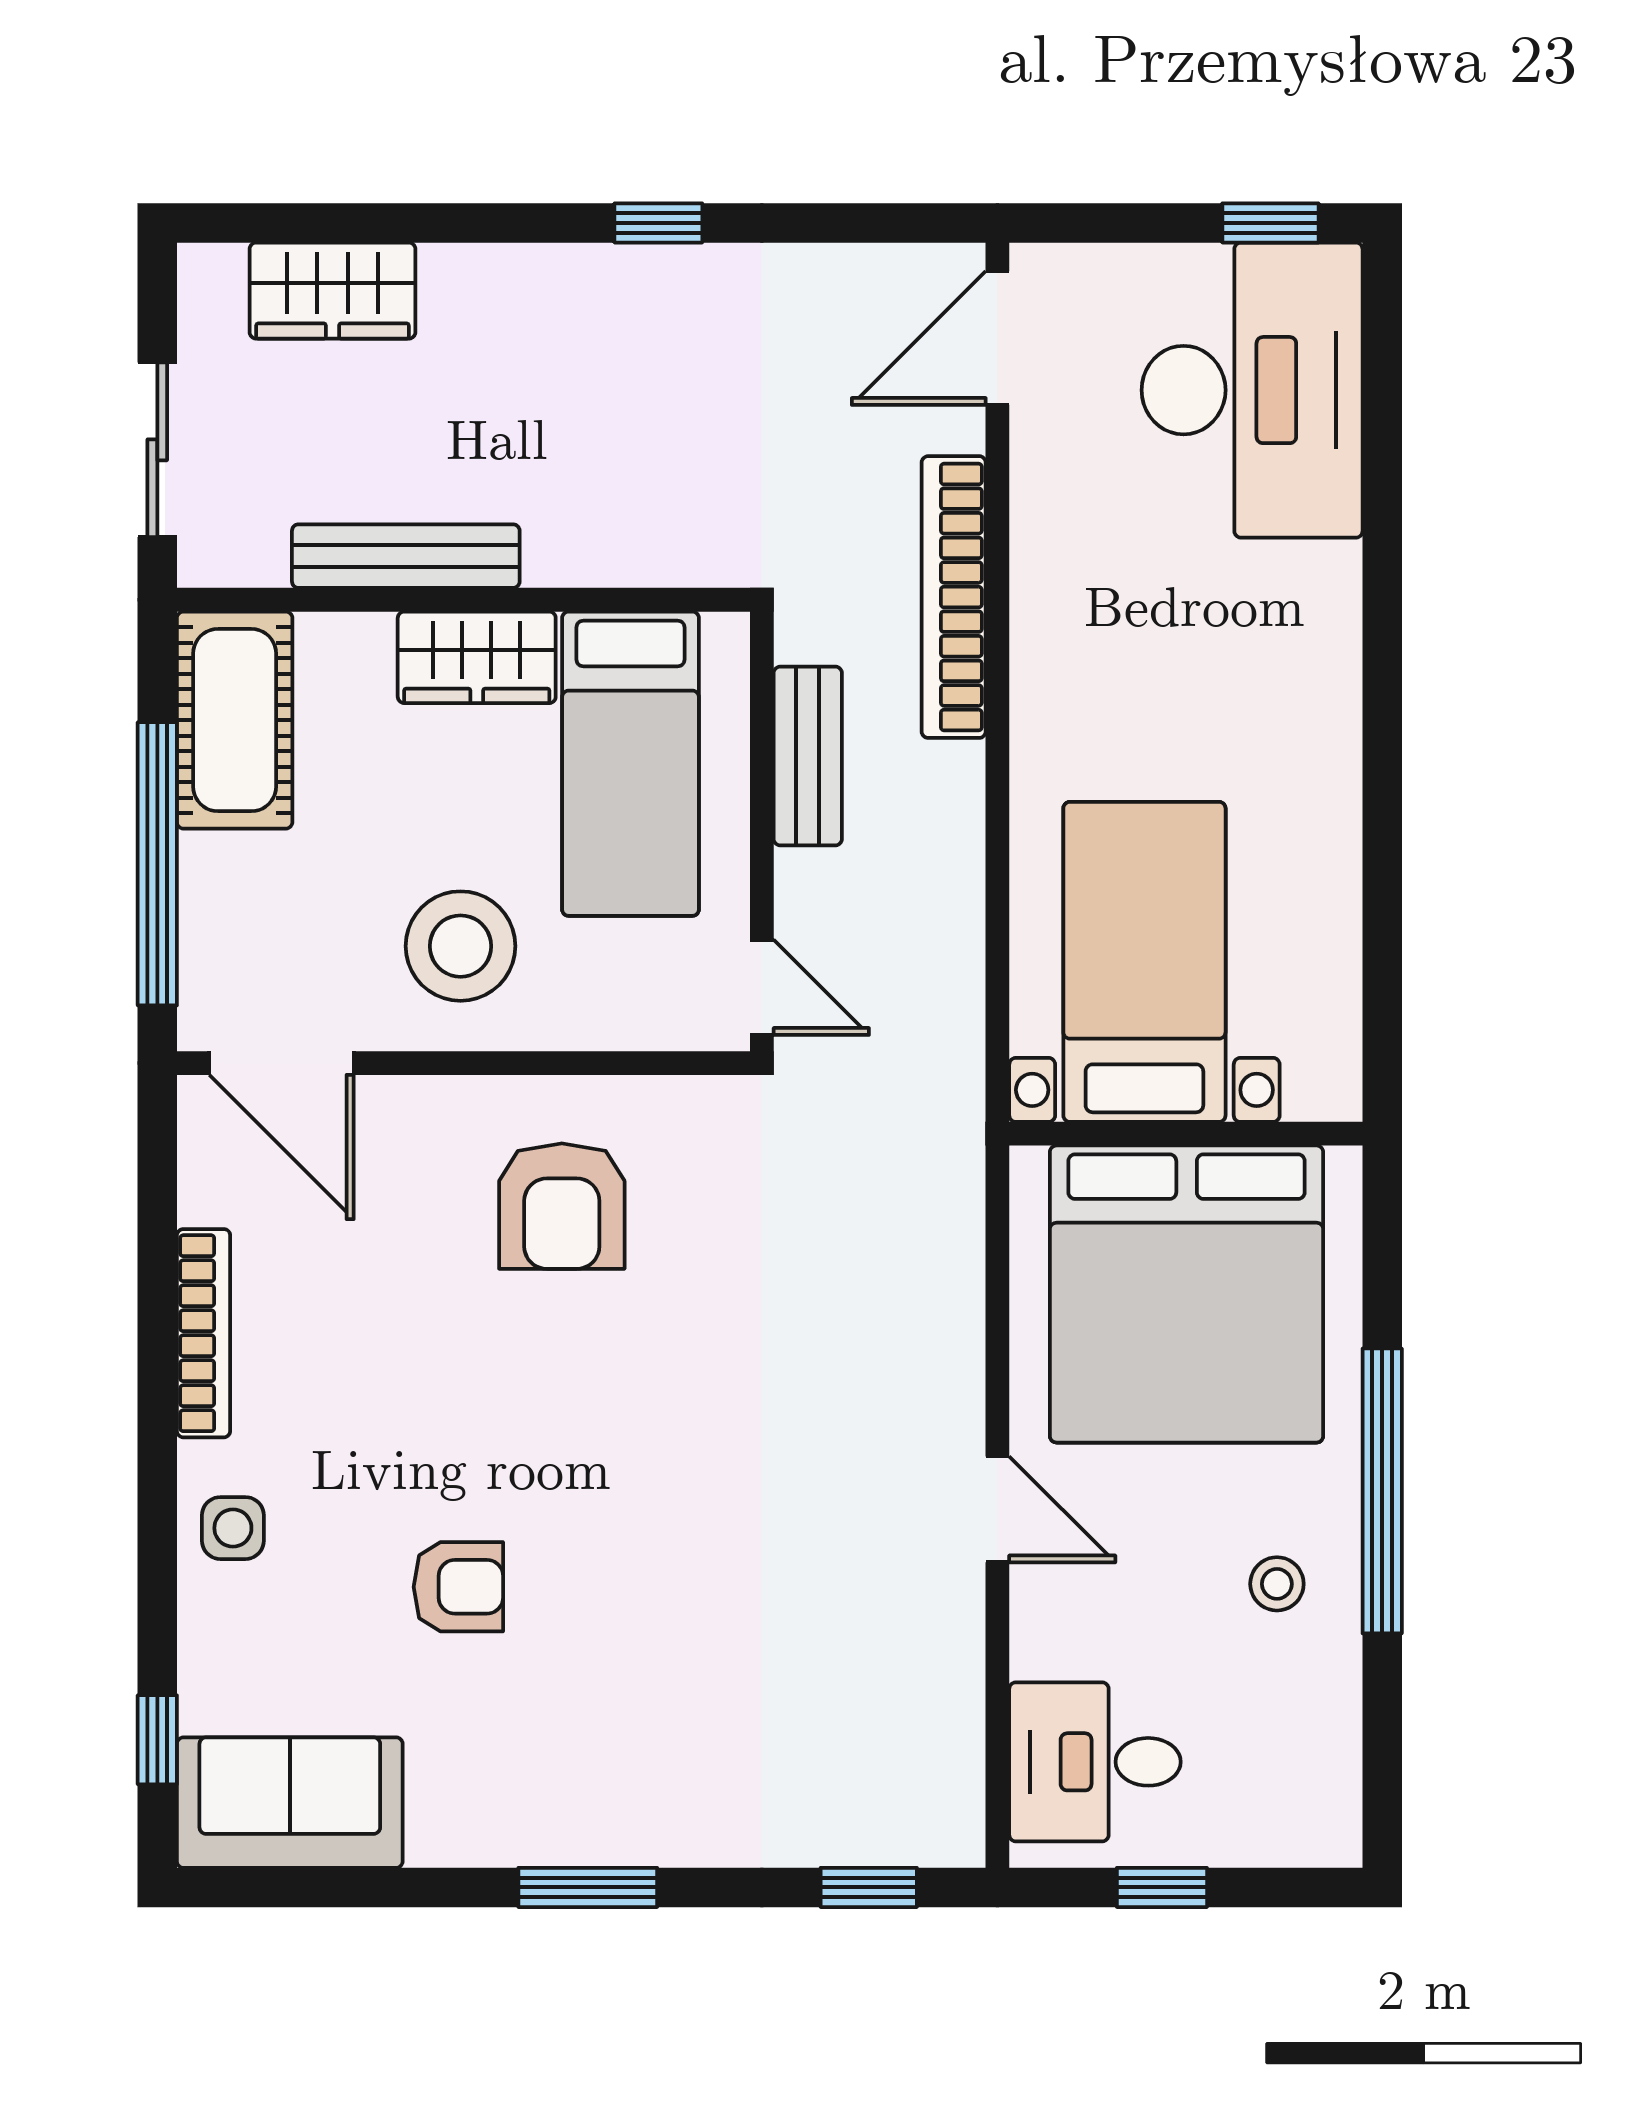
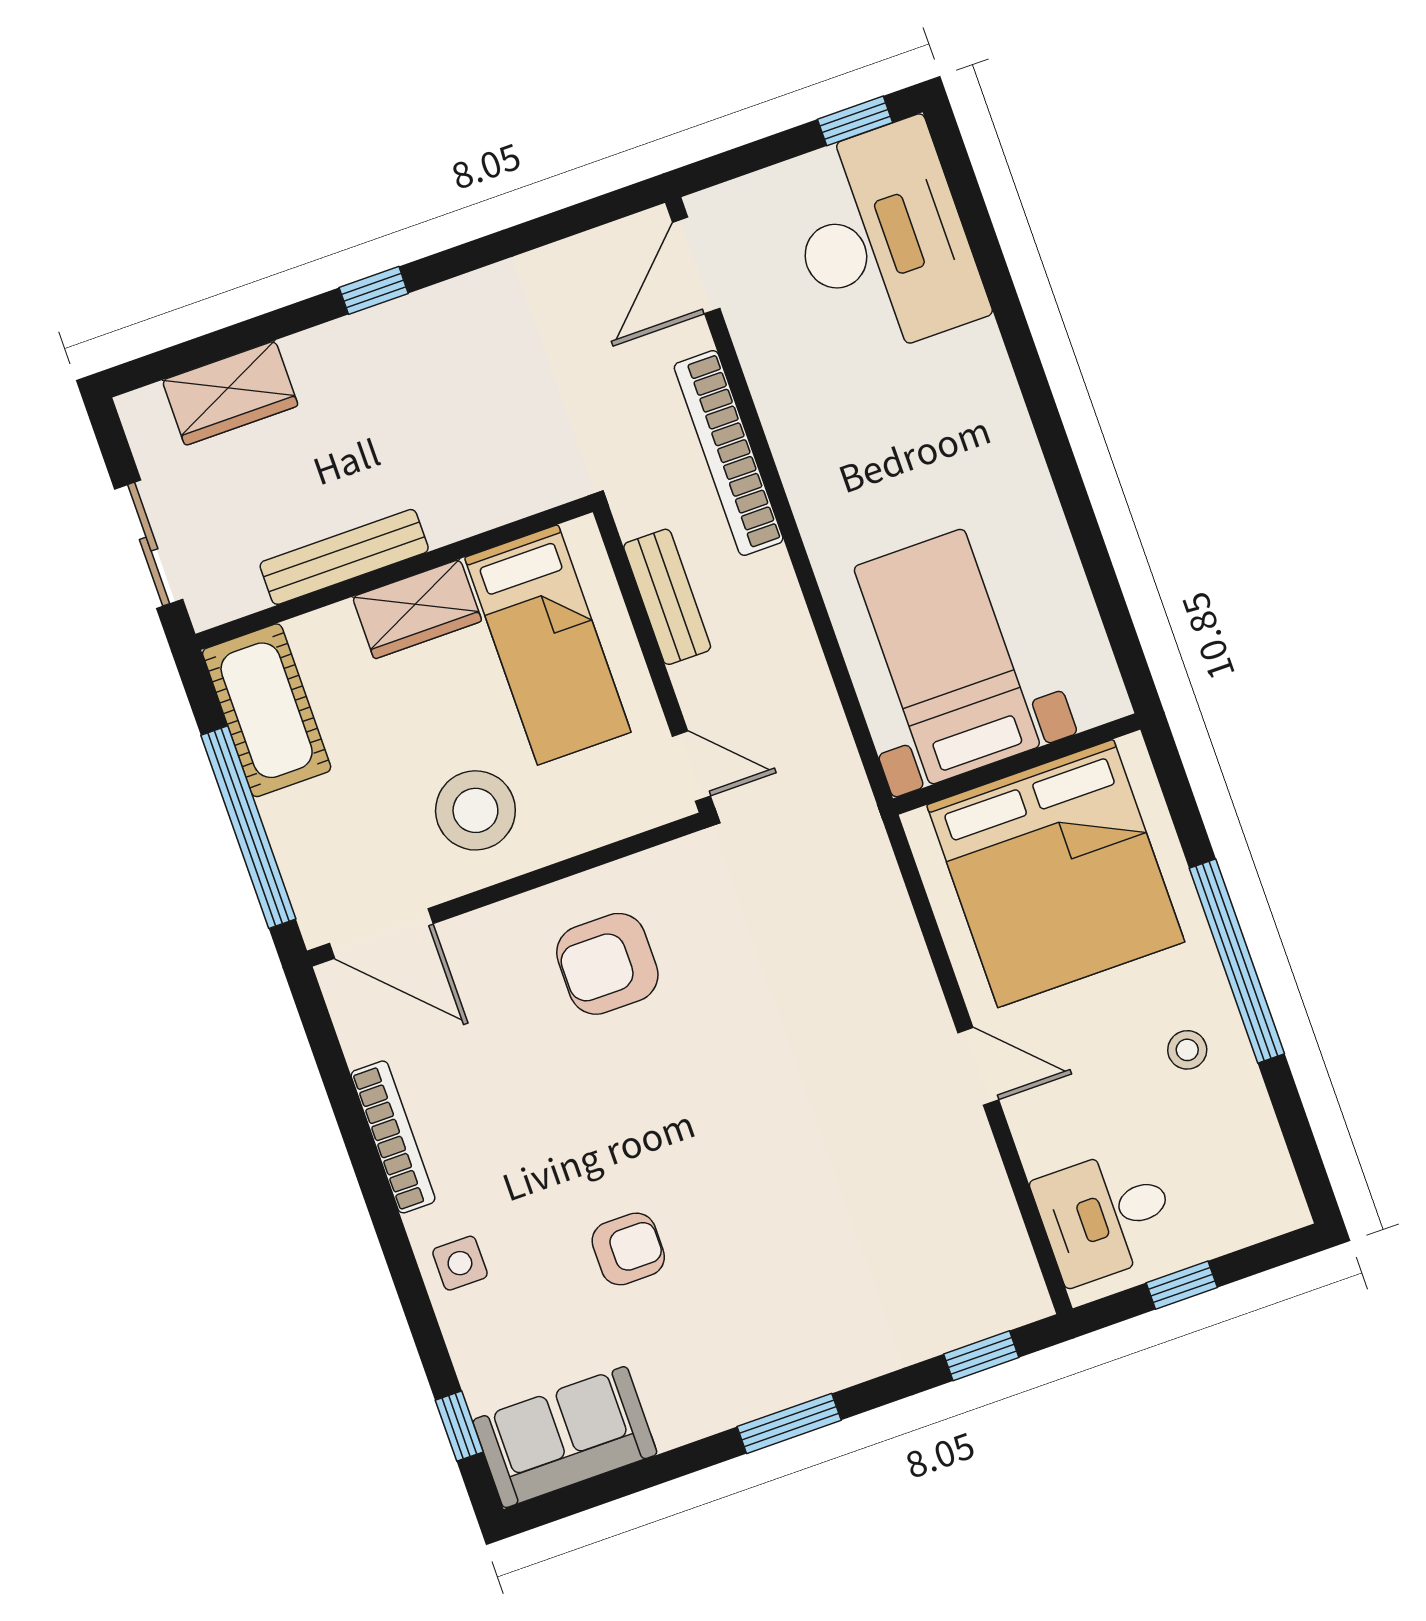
window: (658, 223) -> (374, 290), moved
armchair: (562, 1206) -> (607, 964), turned 90

